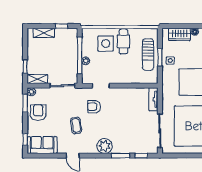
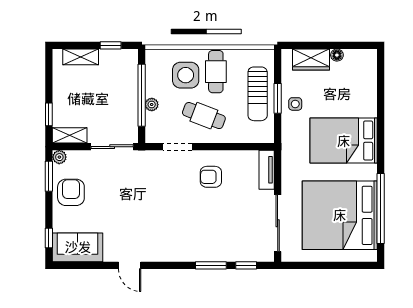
cafe table: (116, 67) -> (204, 116), added
armchair: (94, 107) -> (211, 177), moved
coffee table: (76, 125) -> (135, 214), removed
plant: (105, 146) -> (184, 249), removed

